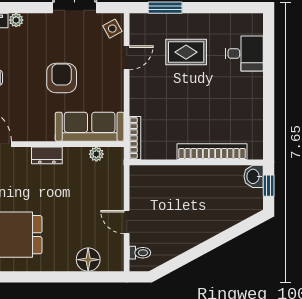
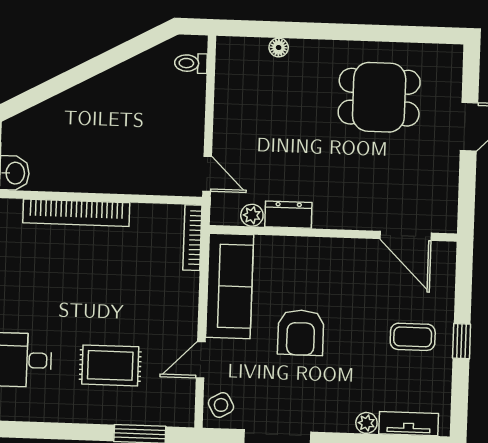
sofa: (90, 127) -> (230, 286), moved, turned -90
dresser: (47, 155) -> (288, 215), moved
door: (127, 222) -> (207, 174), moved
floor lamp: (88, 260) -> (279, 48), width x0.53, depth x0.53

